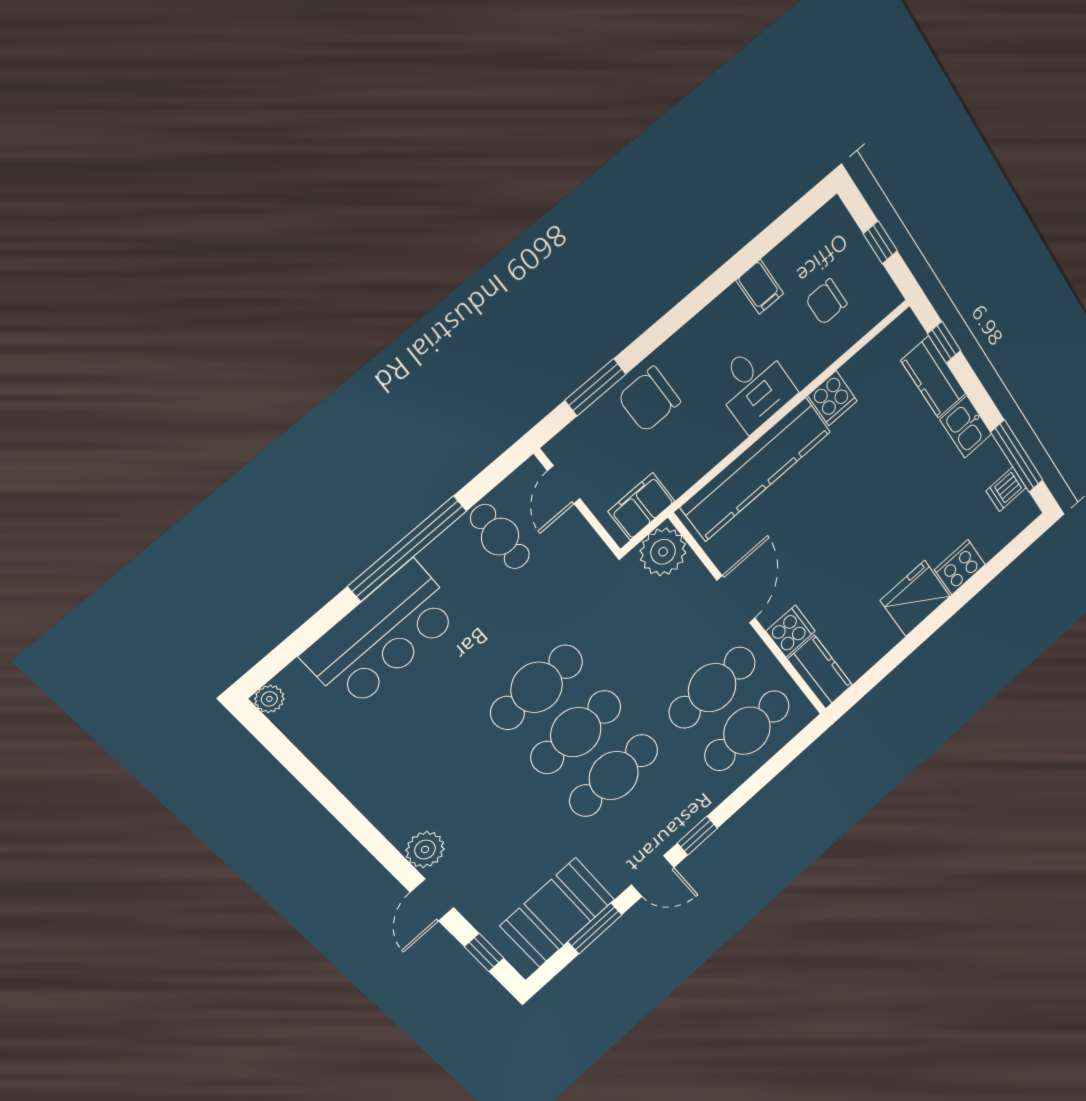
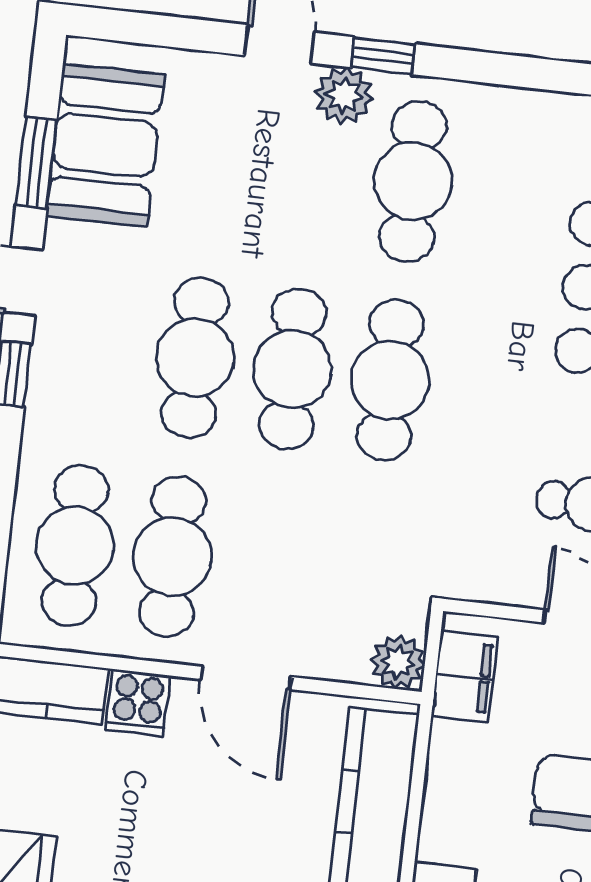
plant: (663, 552) -> (398, 662), width x0.73, depth x0.73
cafe table: (432, 779) -> (413, 181), added
window: (484, 952) -> (383, 56), moved

